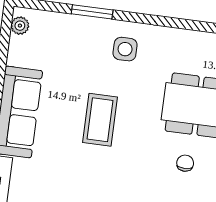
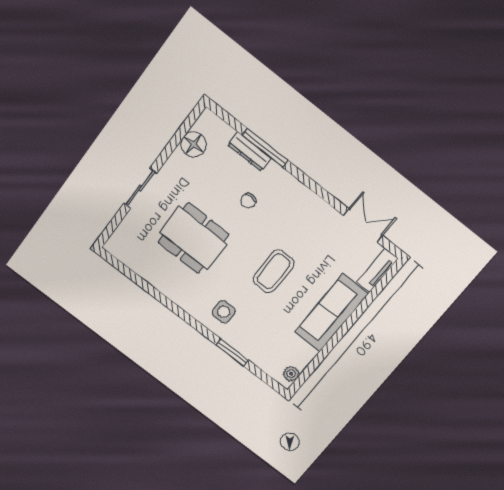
chair: (185, 163) -> (248, 201), moved

